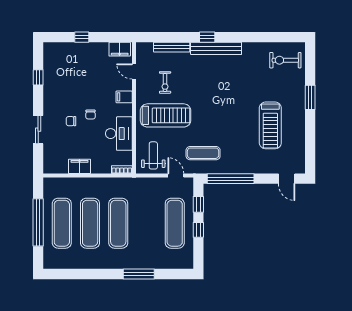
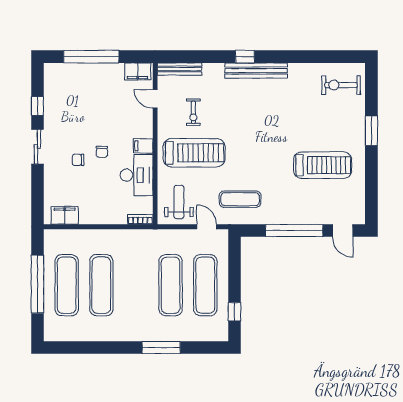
window: (82, 37) -> (91, 57), width x3.17
bench: (172, 47) -> (180, 69), moved
filing cabinet: (124, 97) -> (143, 146), moved
treadmill: (270, 125) -> (323, 165), turned -90
sliding door: (38, 130) -> (37, 147), moved
filing cabinet: (80, 166) -> (65, 215), moved
window: (231, 179) -> (294, 231), moved
window: (198, 204) -> (234, 262), removed
exercise mat: (118, 223) -> (171, 285), moved
window: (198, 230) -> (234, 312), moved

